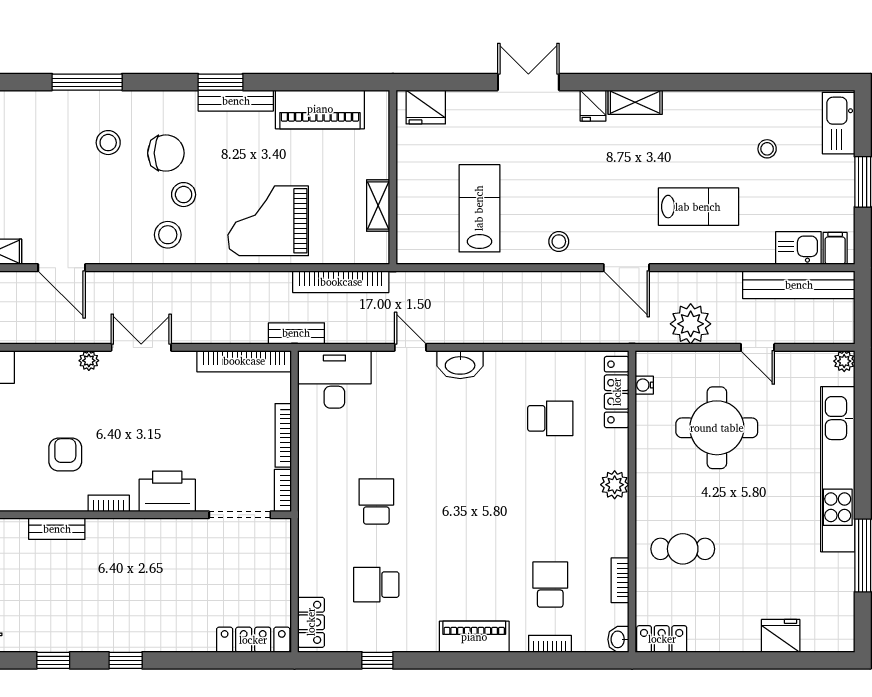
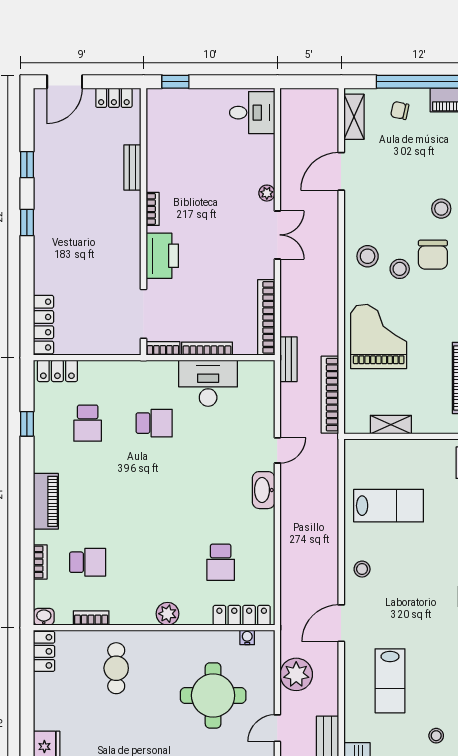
desk: (334, 379) -> (208, 383), moved, turned -90
armchair: (65, 455) -> (192, 174), removed
school desk: (376, 585) -> (88, 423), turned 180

